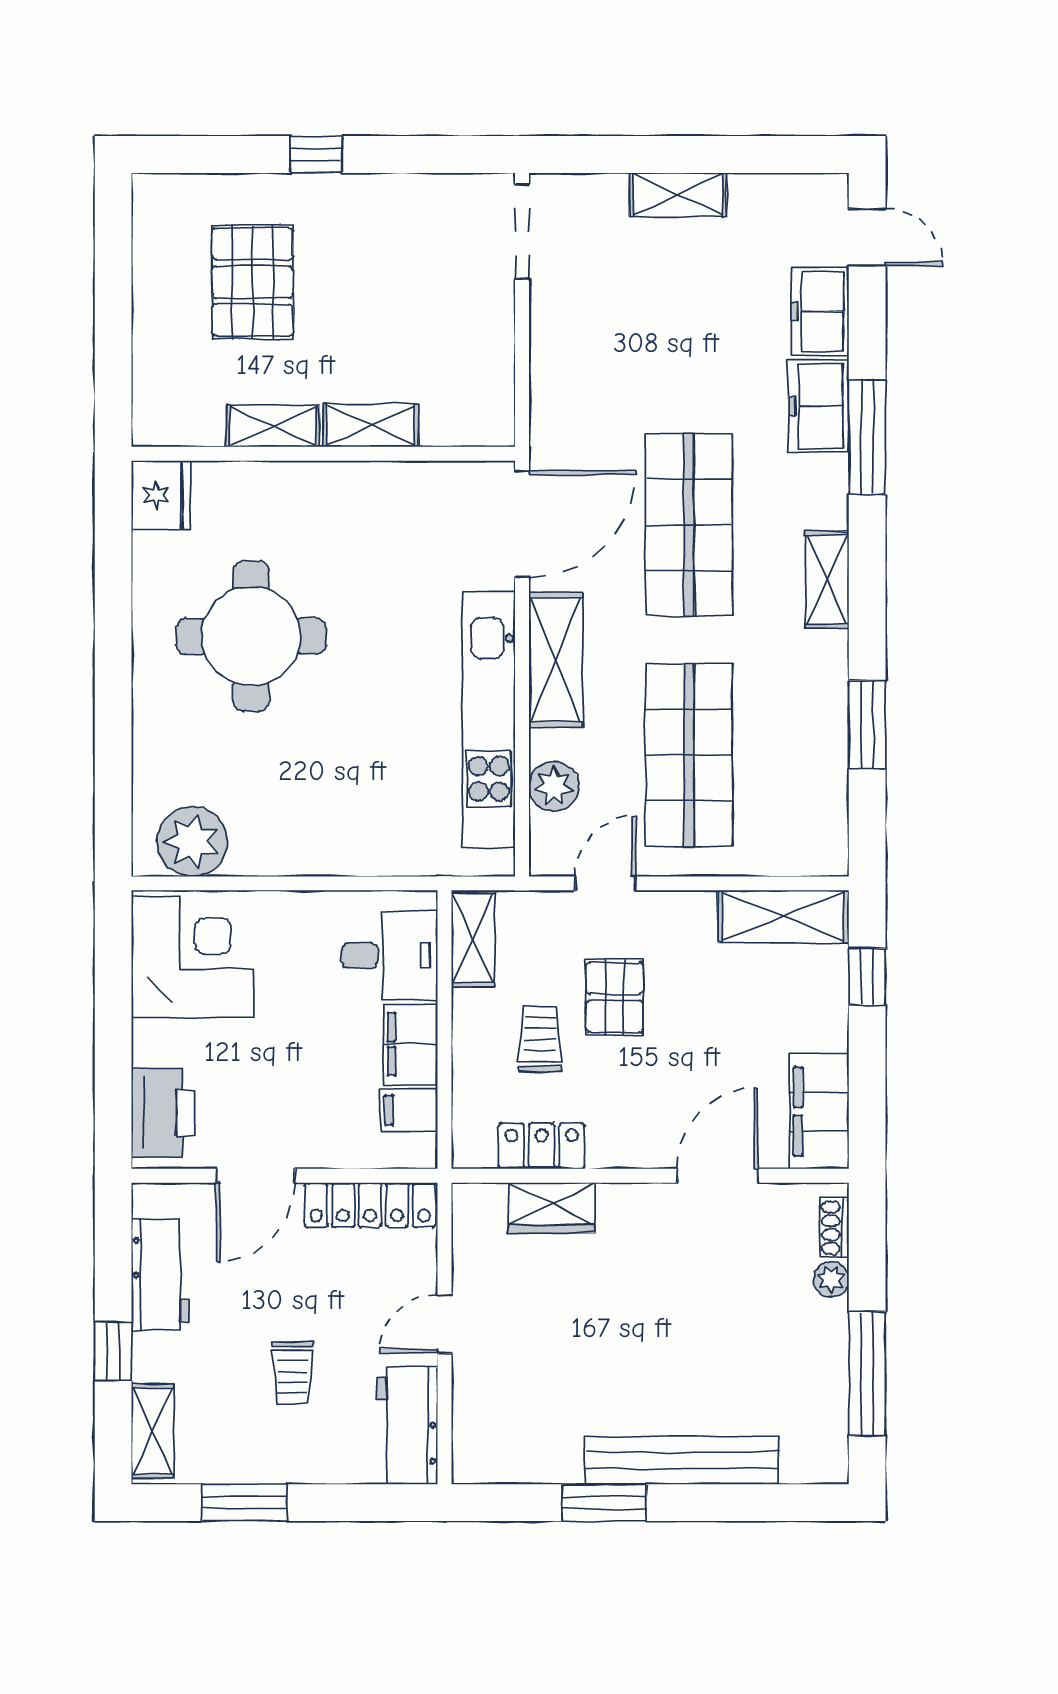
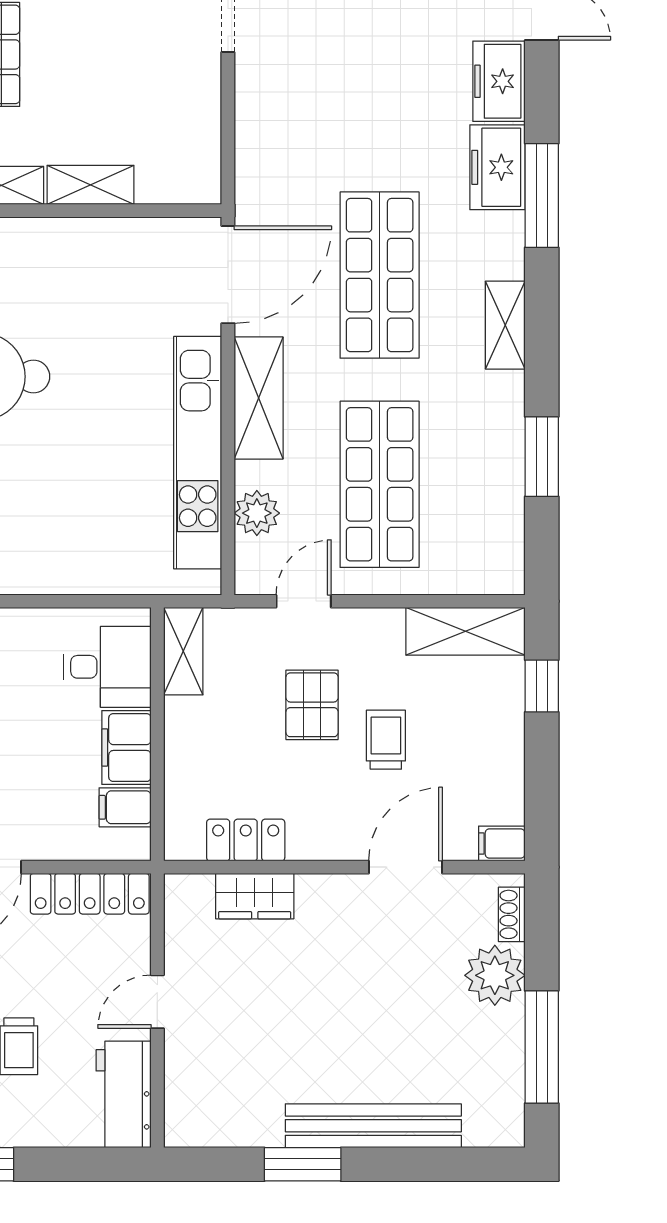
trolley: (540, 1038) -> (386, 740), moved
filing cabinet: (819, 1111) -> (502, 844), width x0.33, depth x0.86
plant: (831, 1279) -> (495, 975), width x1.87, depth x1.87

